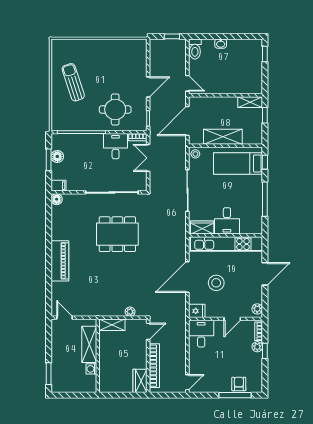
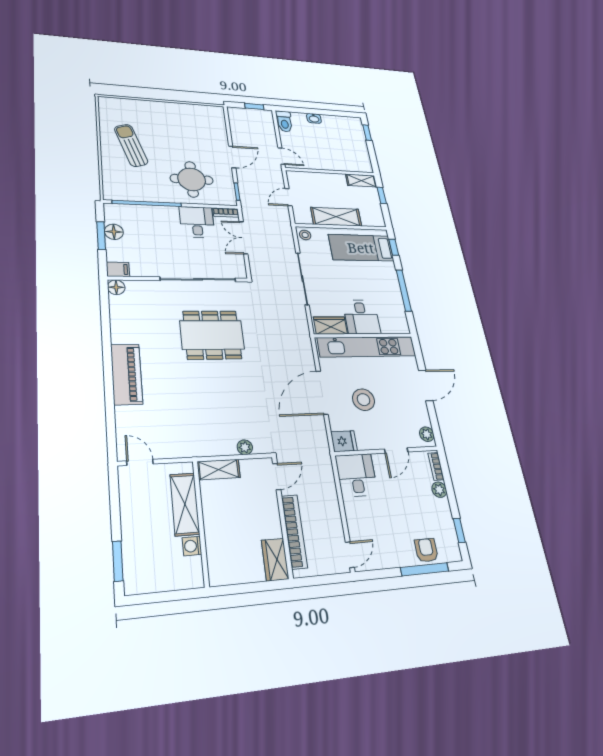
door: (187, 121) -> (288, 197), width x0.53
window: (265, 351) -> (459, 530), moved

